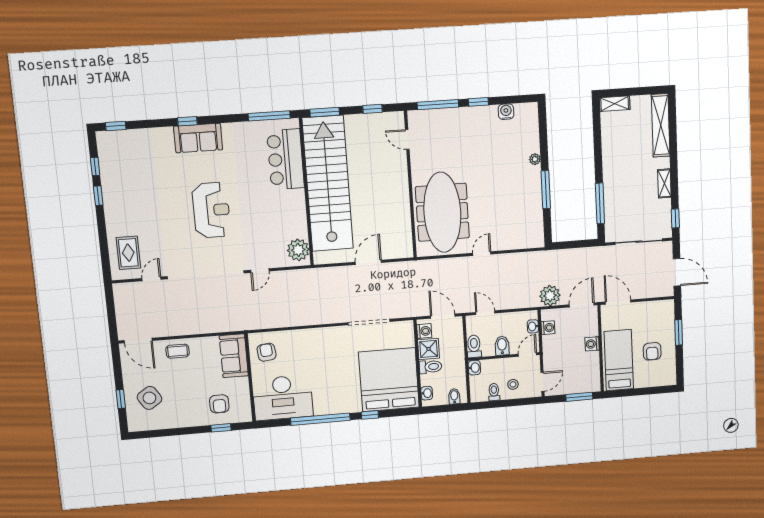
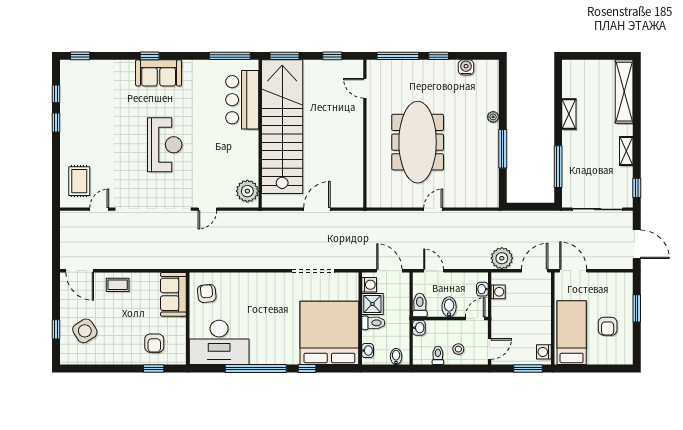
shelving: (615, 104) -> (569, 114), moved, turned 90
meeting table: (442, 212) -> (418, 142), moved
washing machine: (592, 344) -> (544, 352), moved

